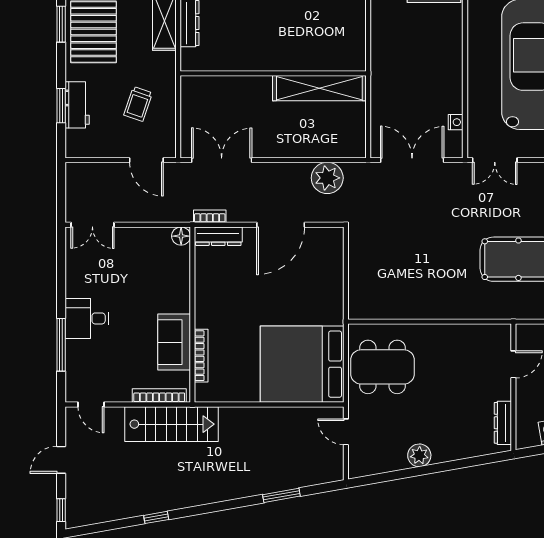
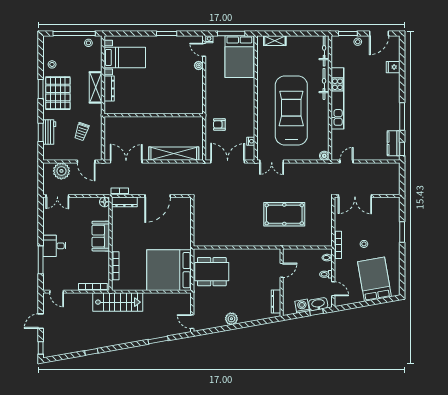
shelving: (319, 88) -> (174, 154), moved
armchair: (397, 91) -> (219, 124), added
plant: (327, 178) -> (61, 171), moved
sofa: (174, 342) -> (101, 236), moved
stairs: (172, 424) -> (118, 302), moved
door: (346, 432) -> (192, 322), moved

